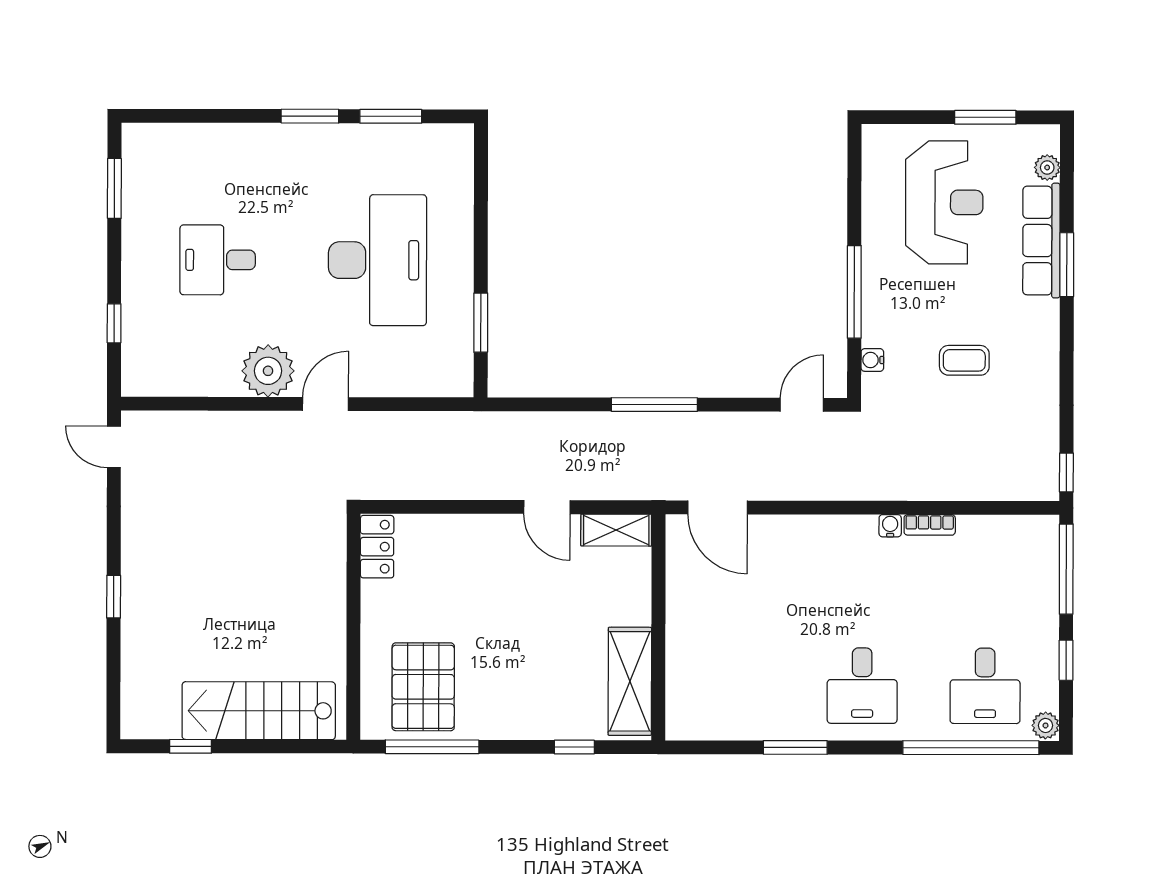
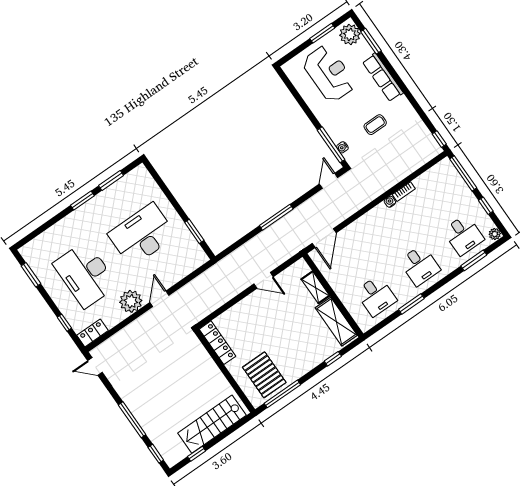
plant: (1047, 168) -> (350, 34), width x1.88, depth x1.88
row of seats: (1041, 241) -> (383, 77), moved
desk: (218, 260) -> (85, 274), width x1.87, depth x1.30
desk: (377, 260) -> (142, 235), turned -90
window: (1067, 265) -> (371, 41), moved
window: (854, 292) -> (331, 145), moved
locker: (154, 380) -> (93, 333), added
door: (718, 507) -> (324, 238), hinge flipped
shelving: (616, 530) -> (315, 287), moved, turned 90
locker: (377, 547) -> (217, 343), width x1.53
window: (114, 597) -> (132, 420), width x2.17
desk: (739, 685) -> (376, 296), added
window: (113, 692) -> (156, 454), added
window: (971, 748) -> (474, 260), width x0.47

